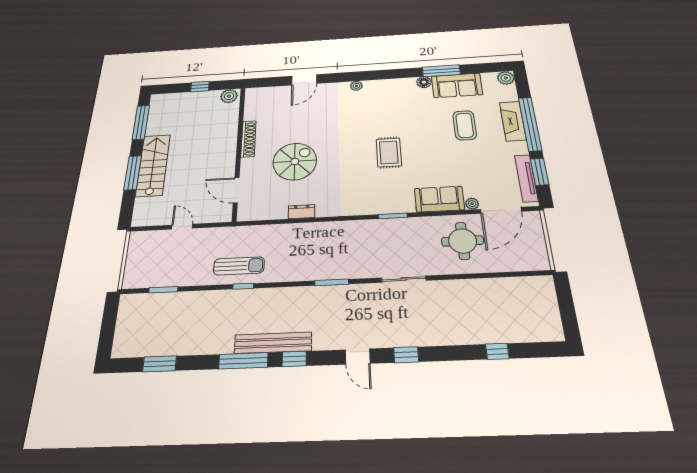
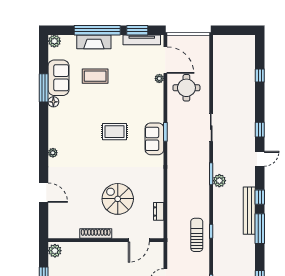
sofa: (439, 199) -> (154, 139), moved
dresser: (302, 212) -> (159, 211), moved
plant: (321, 295) -> (219, 181), added

